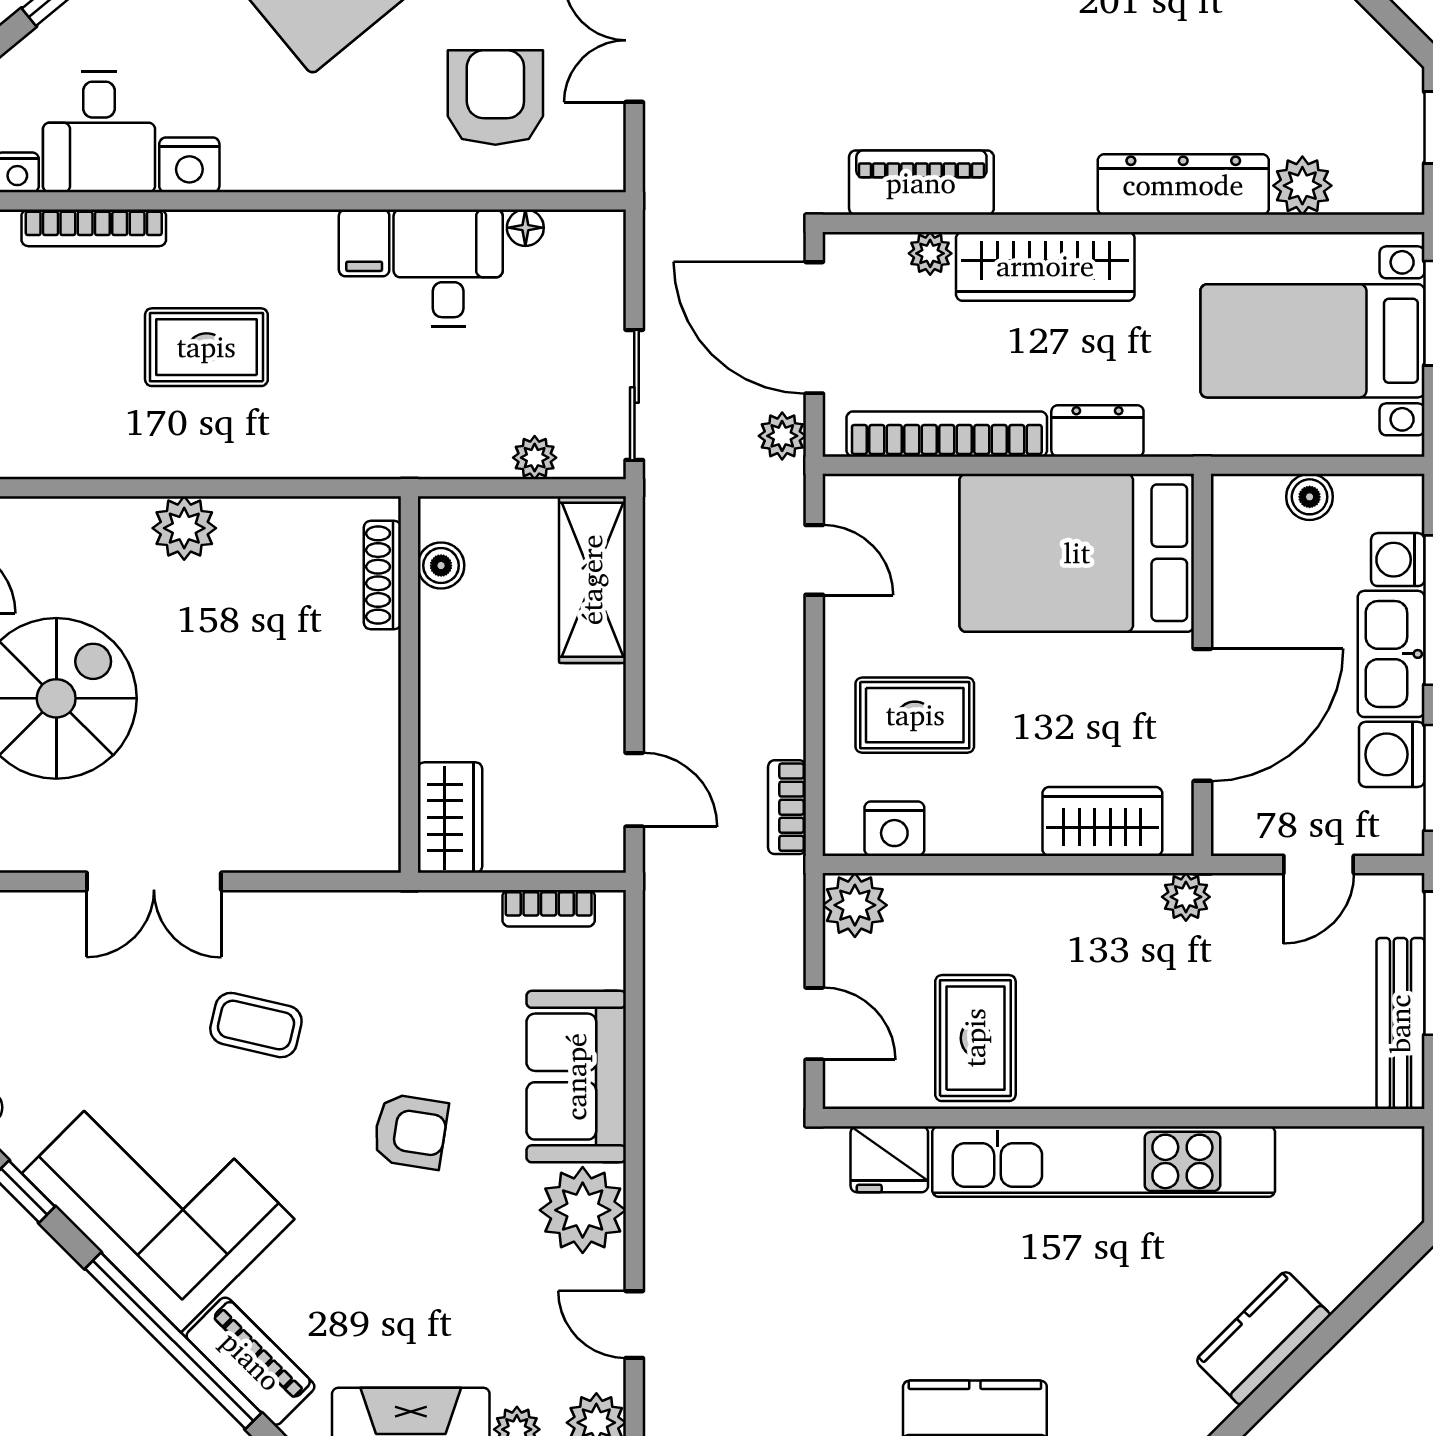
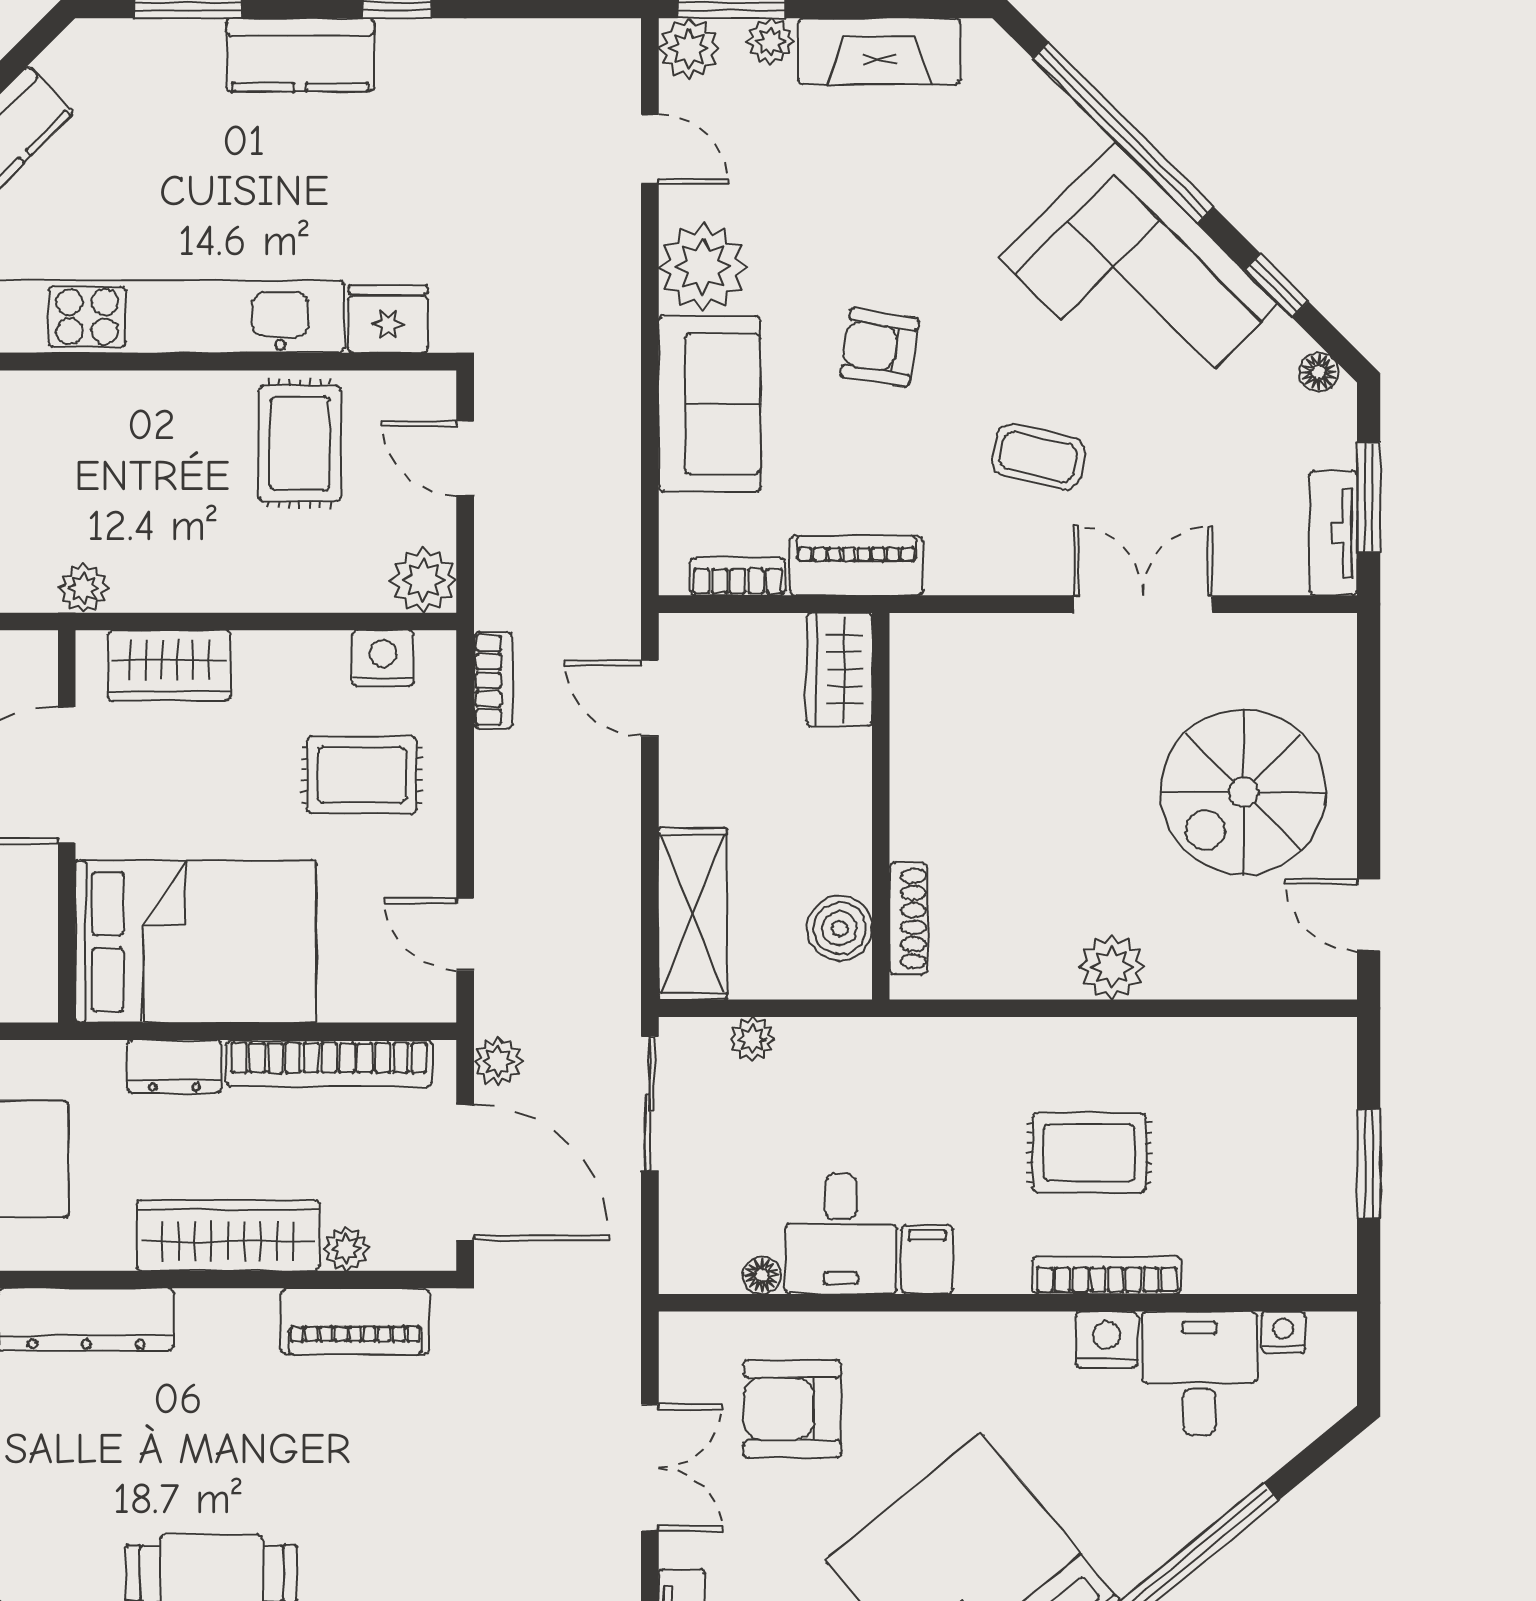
armchair: (495, 98) -> (792, 1409), turned 90
bookcase: (94, 228) -> (1107, 1275), moved
boiler: (441, 566) -> (840, 928), width x1.36, depth x1.36
piano: (251, 1361) -> (856, 566), moved, turned 135

